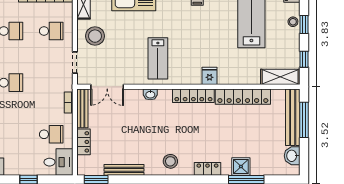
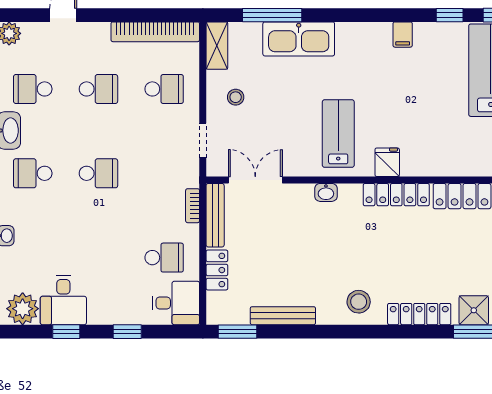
stool: (95, 36) -> (236, 97), width x0.53, depth x0.53
lab bench: (158, 58) -> (338, 134), turned 180
fridge: (210, 76) -> (387, 162), moved
double door: (107, 87) -> (255, 180), swing flipped
locker: (207, 169) -> (419, 314), width x1.53

